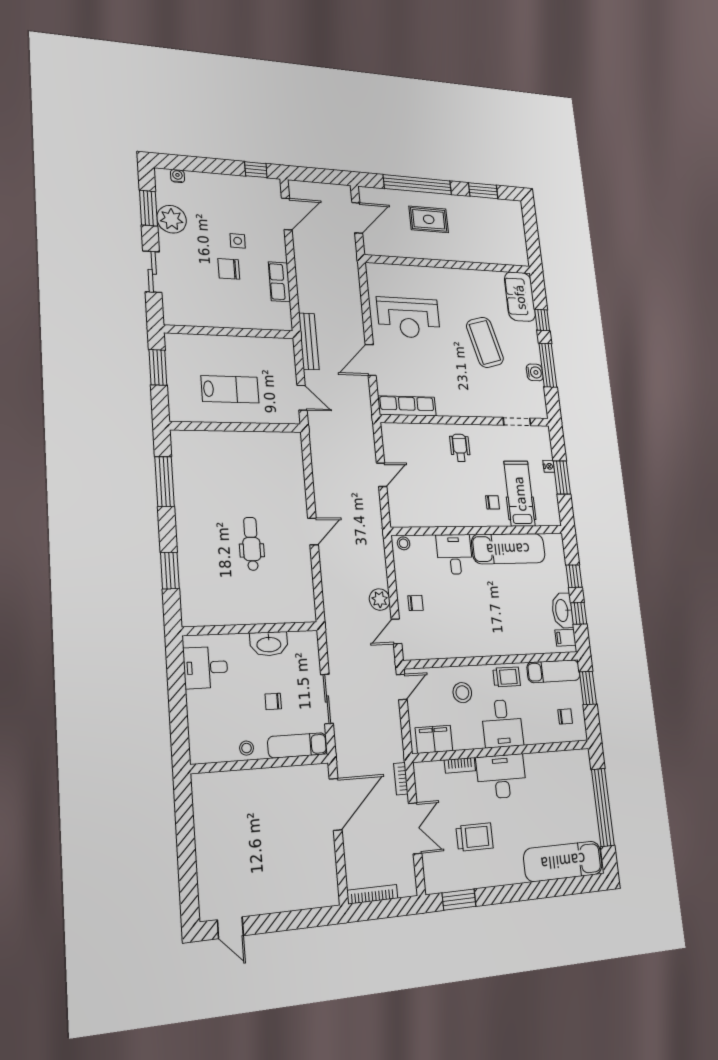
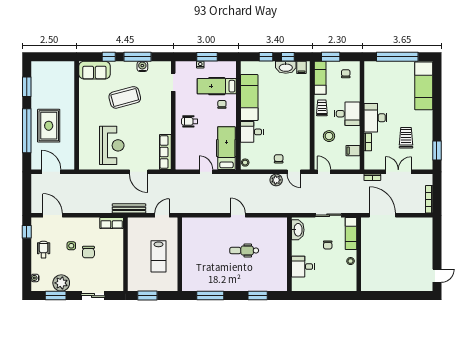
wheelchair: (228, 194) -> (44, 250), added
rug: (429, 219) -> (49, 126), width x1.36, depth x1.43
row of seats: (279, 282) -> (112, 223), moved
lab bench: (230, 389) -> (159, 256), turned 180
hospital bed: (424, 510) -> (226, 148), added
washbasin: (269, 644) -> (298, 230), moved
desk: (206, 668) -> (303, 267), moved, turned 90
filing cabinet: (434, 739) -> (353, 151), width x0.50

